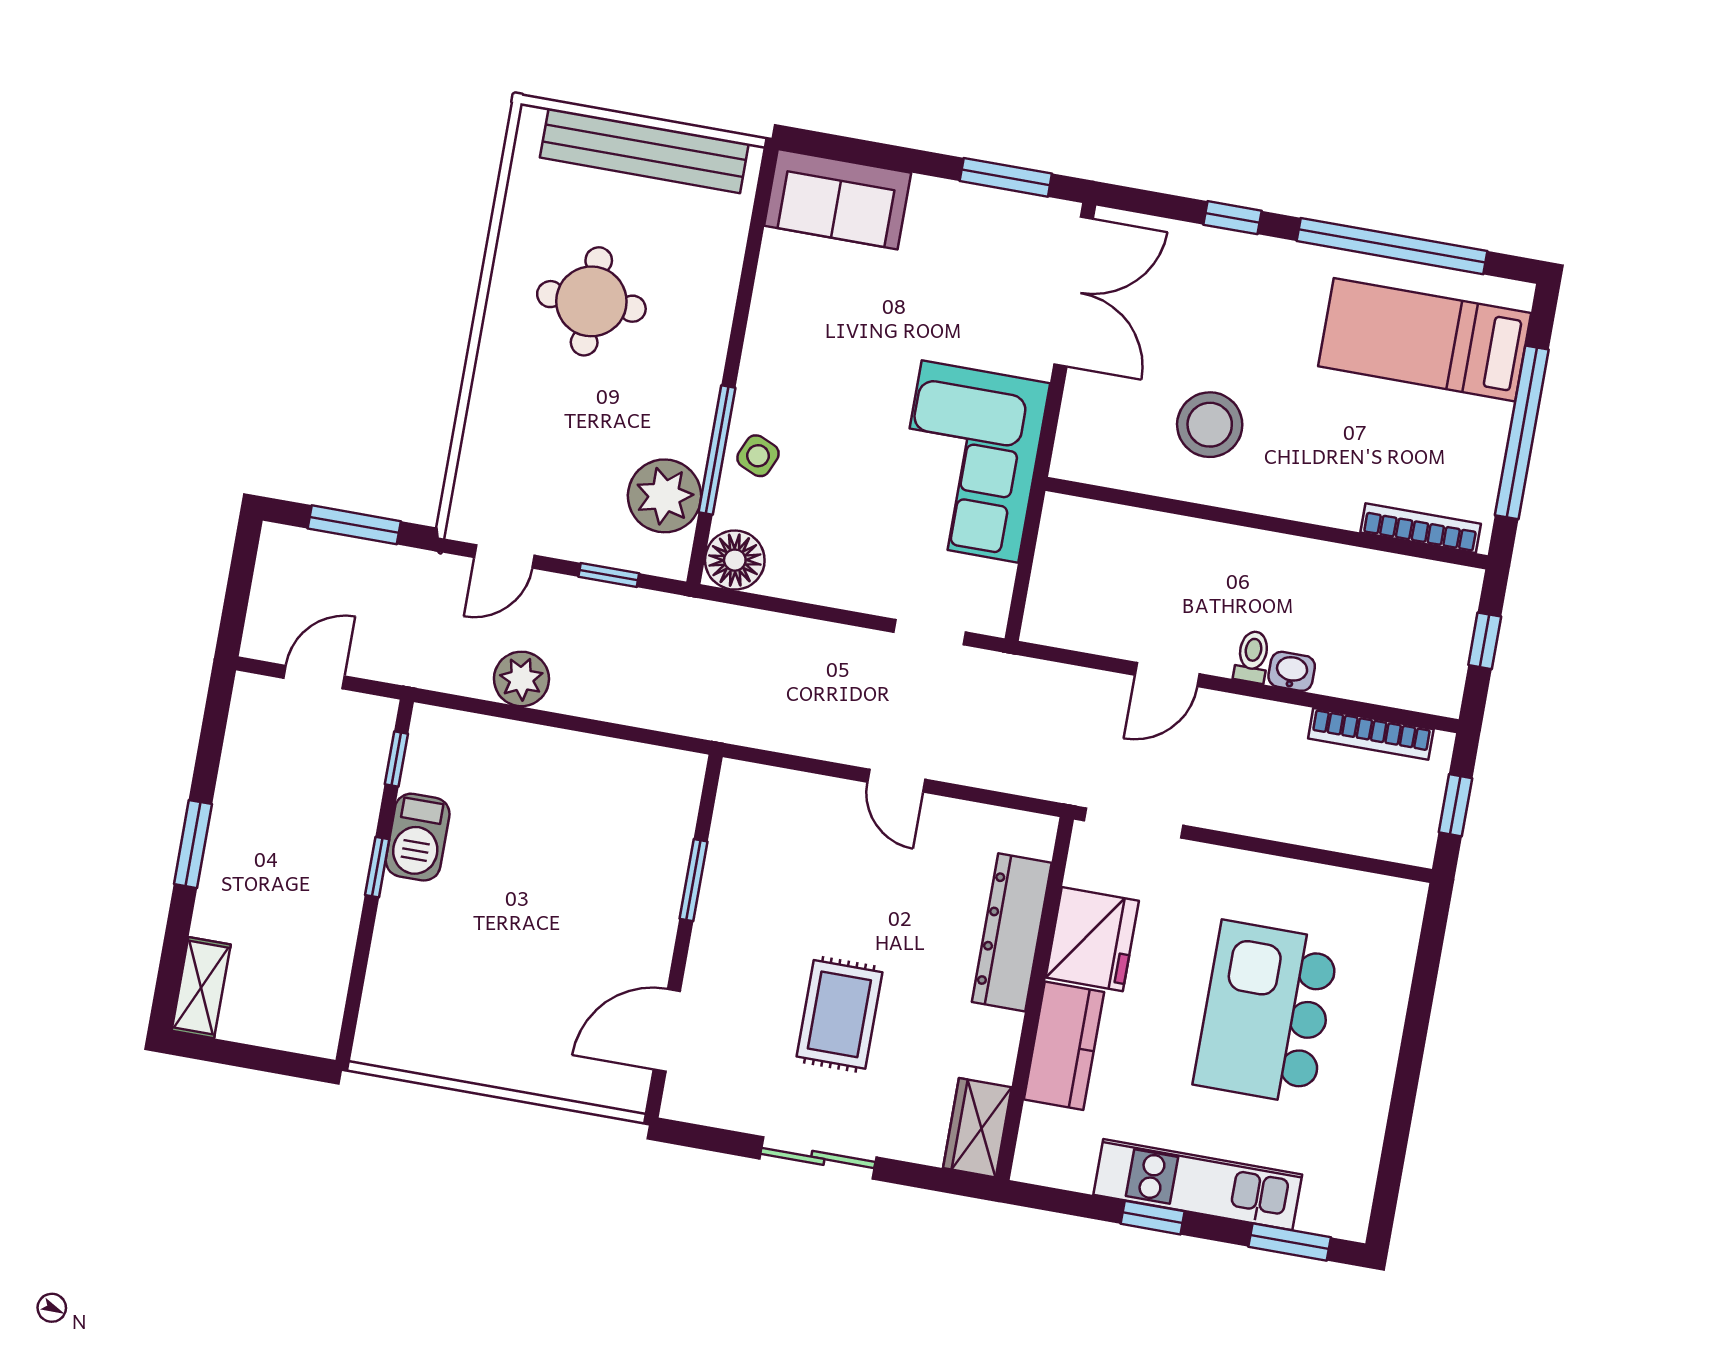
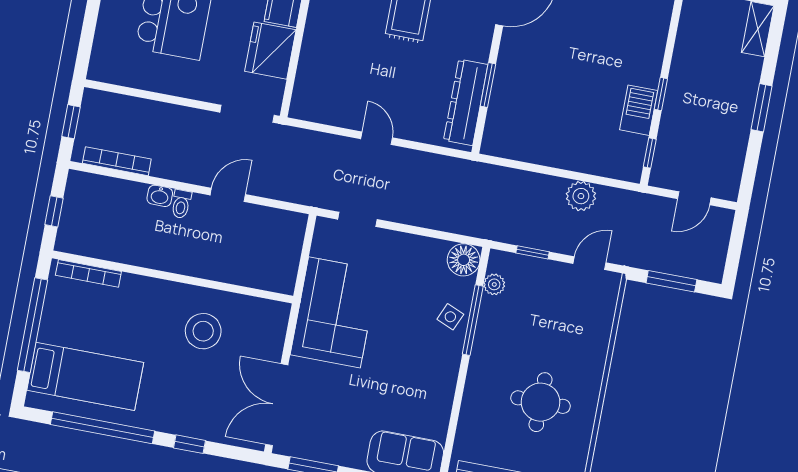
plant: (665, 496) -> (494, 284), width x0.53, depth x0.53
dresser: (1012, 932) -> (466, 102), moved, turned 180

